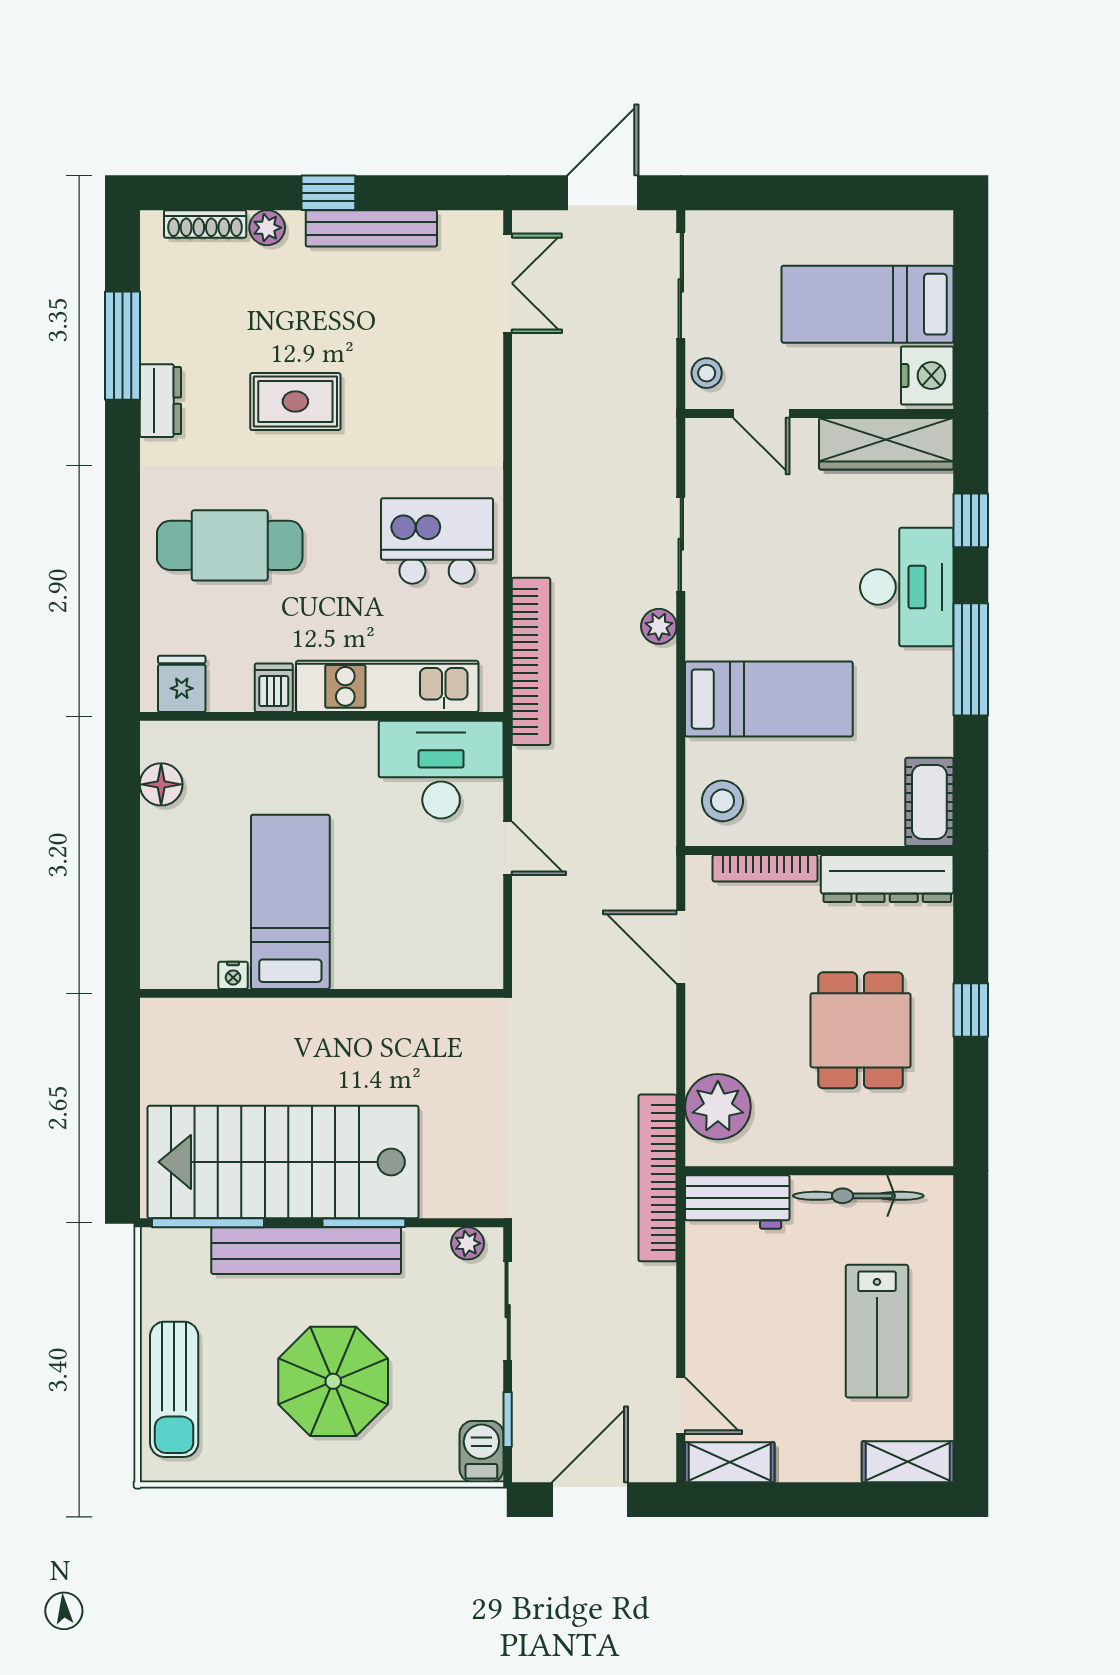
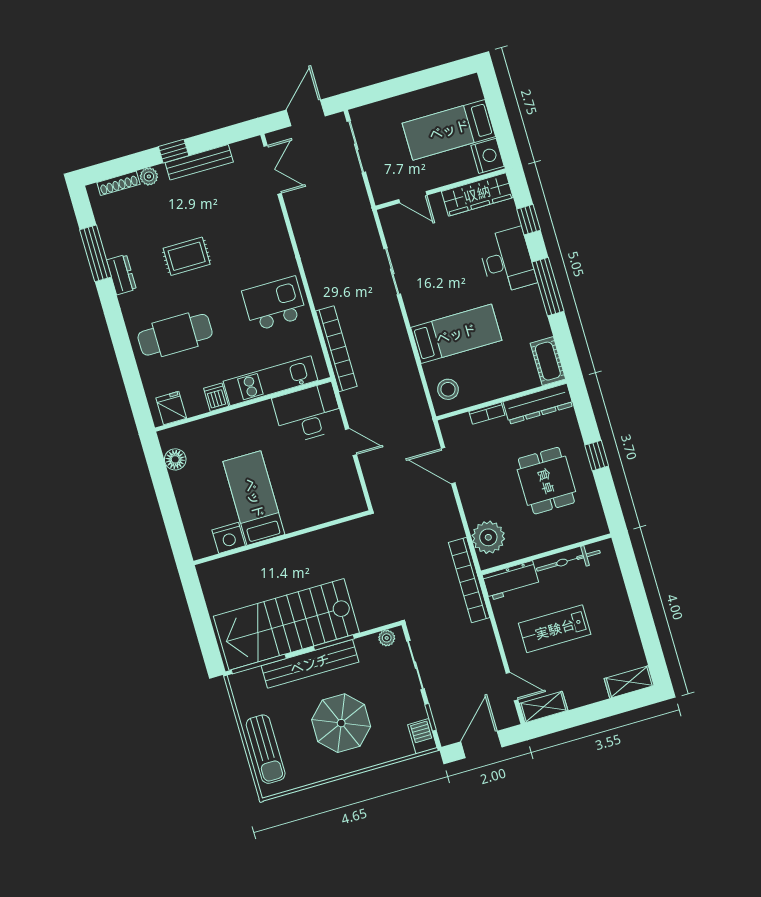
stool: (707, 373) -> (381, 185), removed
plant: (659, 626) -> (393, 314), removed
bookcase: (765, 868) -> (487, 413), width x0.64
nightstand: (233, 975) -> (229, 538), width x1.89, depth x1.79
lab bench: (877, 1331) -> (555, 629), moved, turned 90

